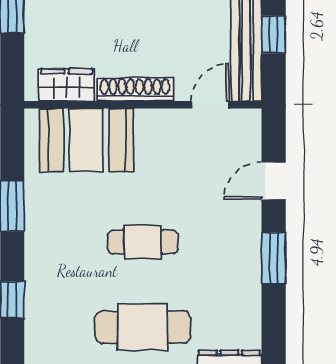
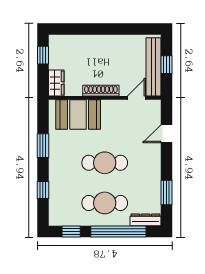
wardrobe: (67, 85) -> (56, 83), moved, turned 90
cafe table: (143, 242) -> (105, 163), width x1.37, depth x1.35
window: (274, 258) -> (166, 192), moved

